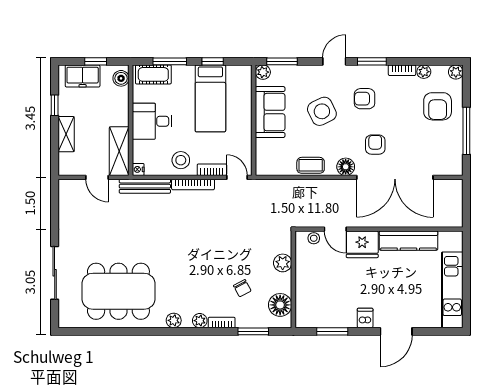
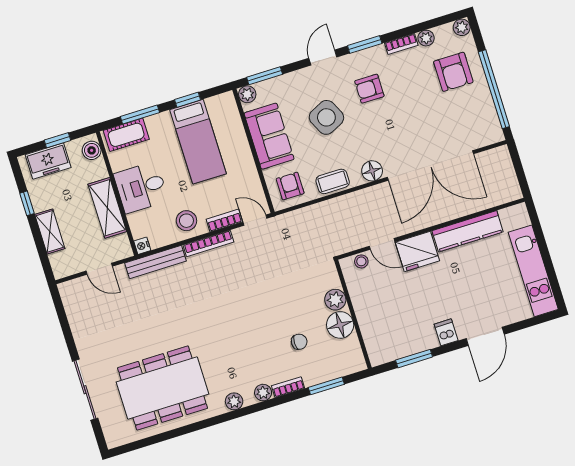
window: (466, 131) -> (494, 89), width x1.46
armchair: (375, 145) -> (290, 186), moved
shelving: (119, 151) -> (107, 208), moved
chair: (242, 288) -> (299, 342), turned -62
floor lamp: (280, 305) -> (340, 325), moved

